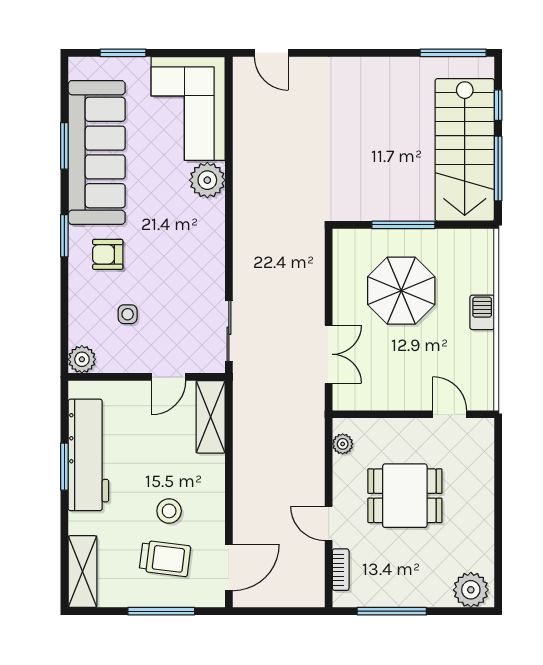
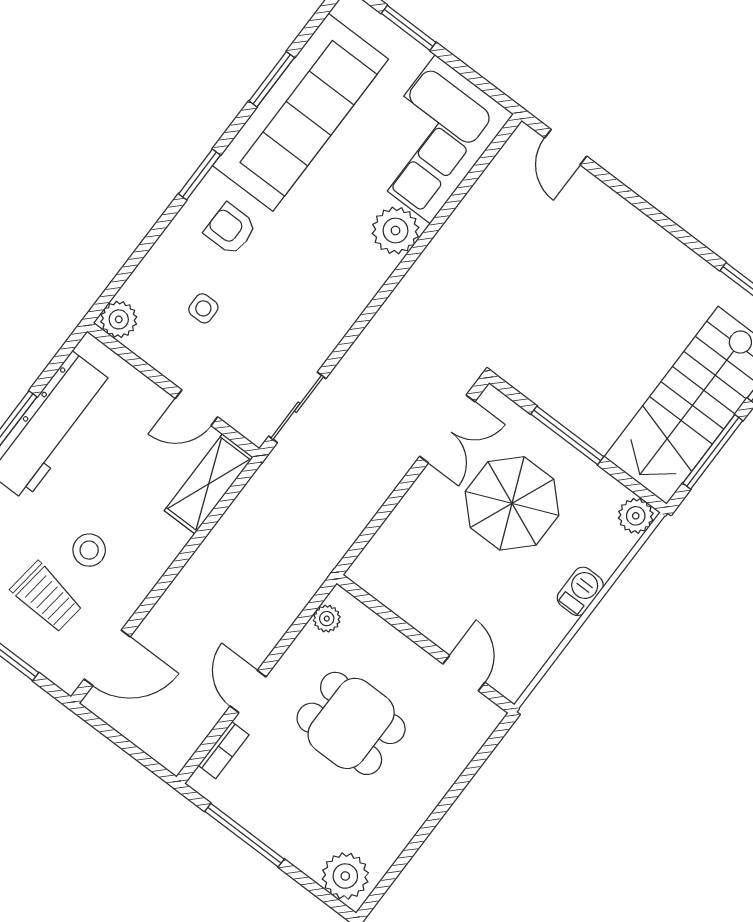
plant: (481, 242) -> (636, 516), added
double door: (329, 354) -> (447, 429), moved

